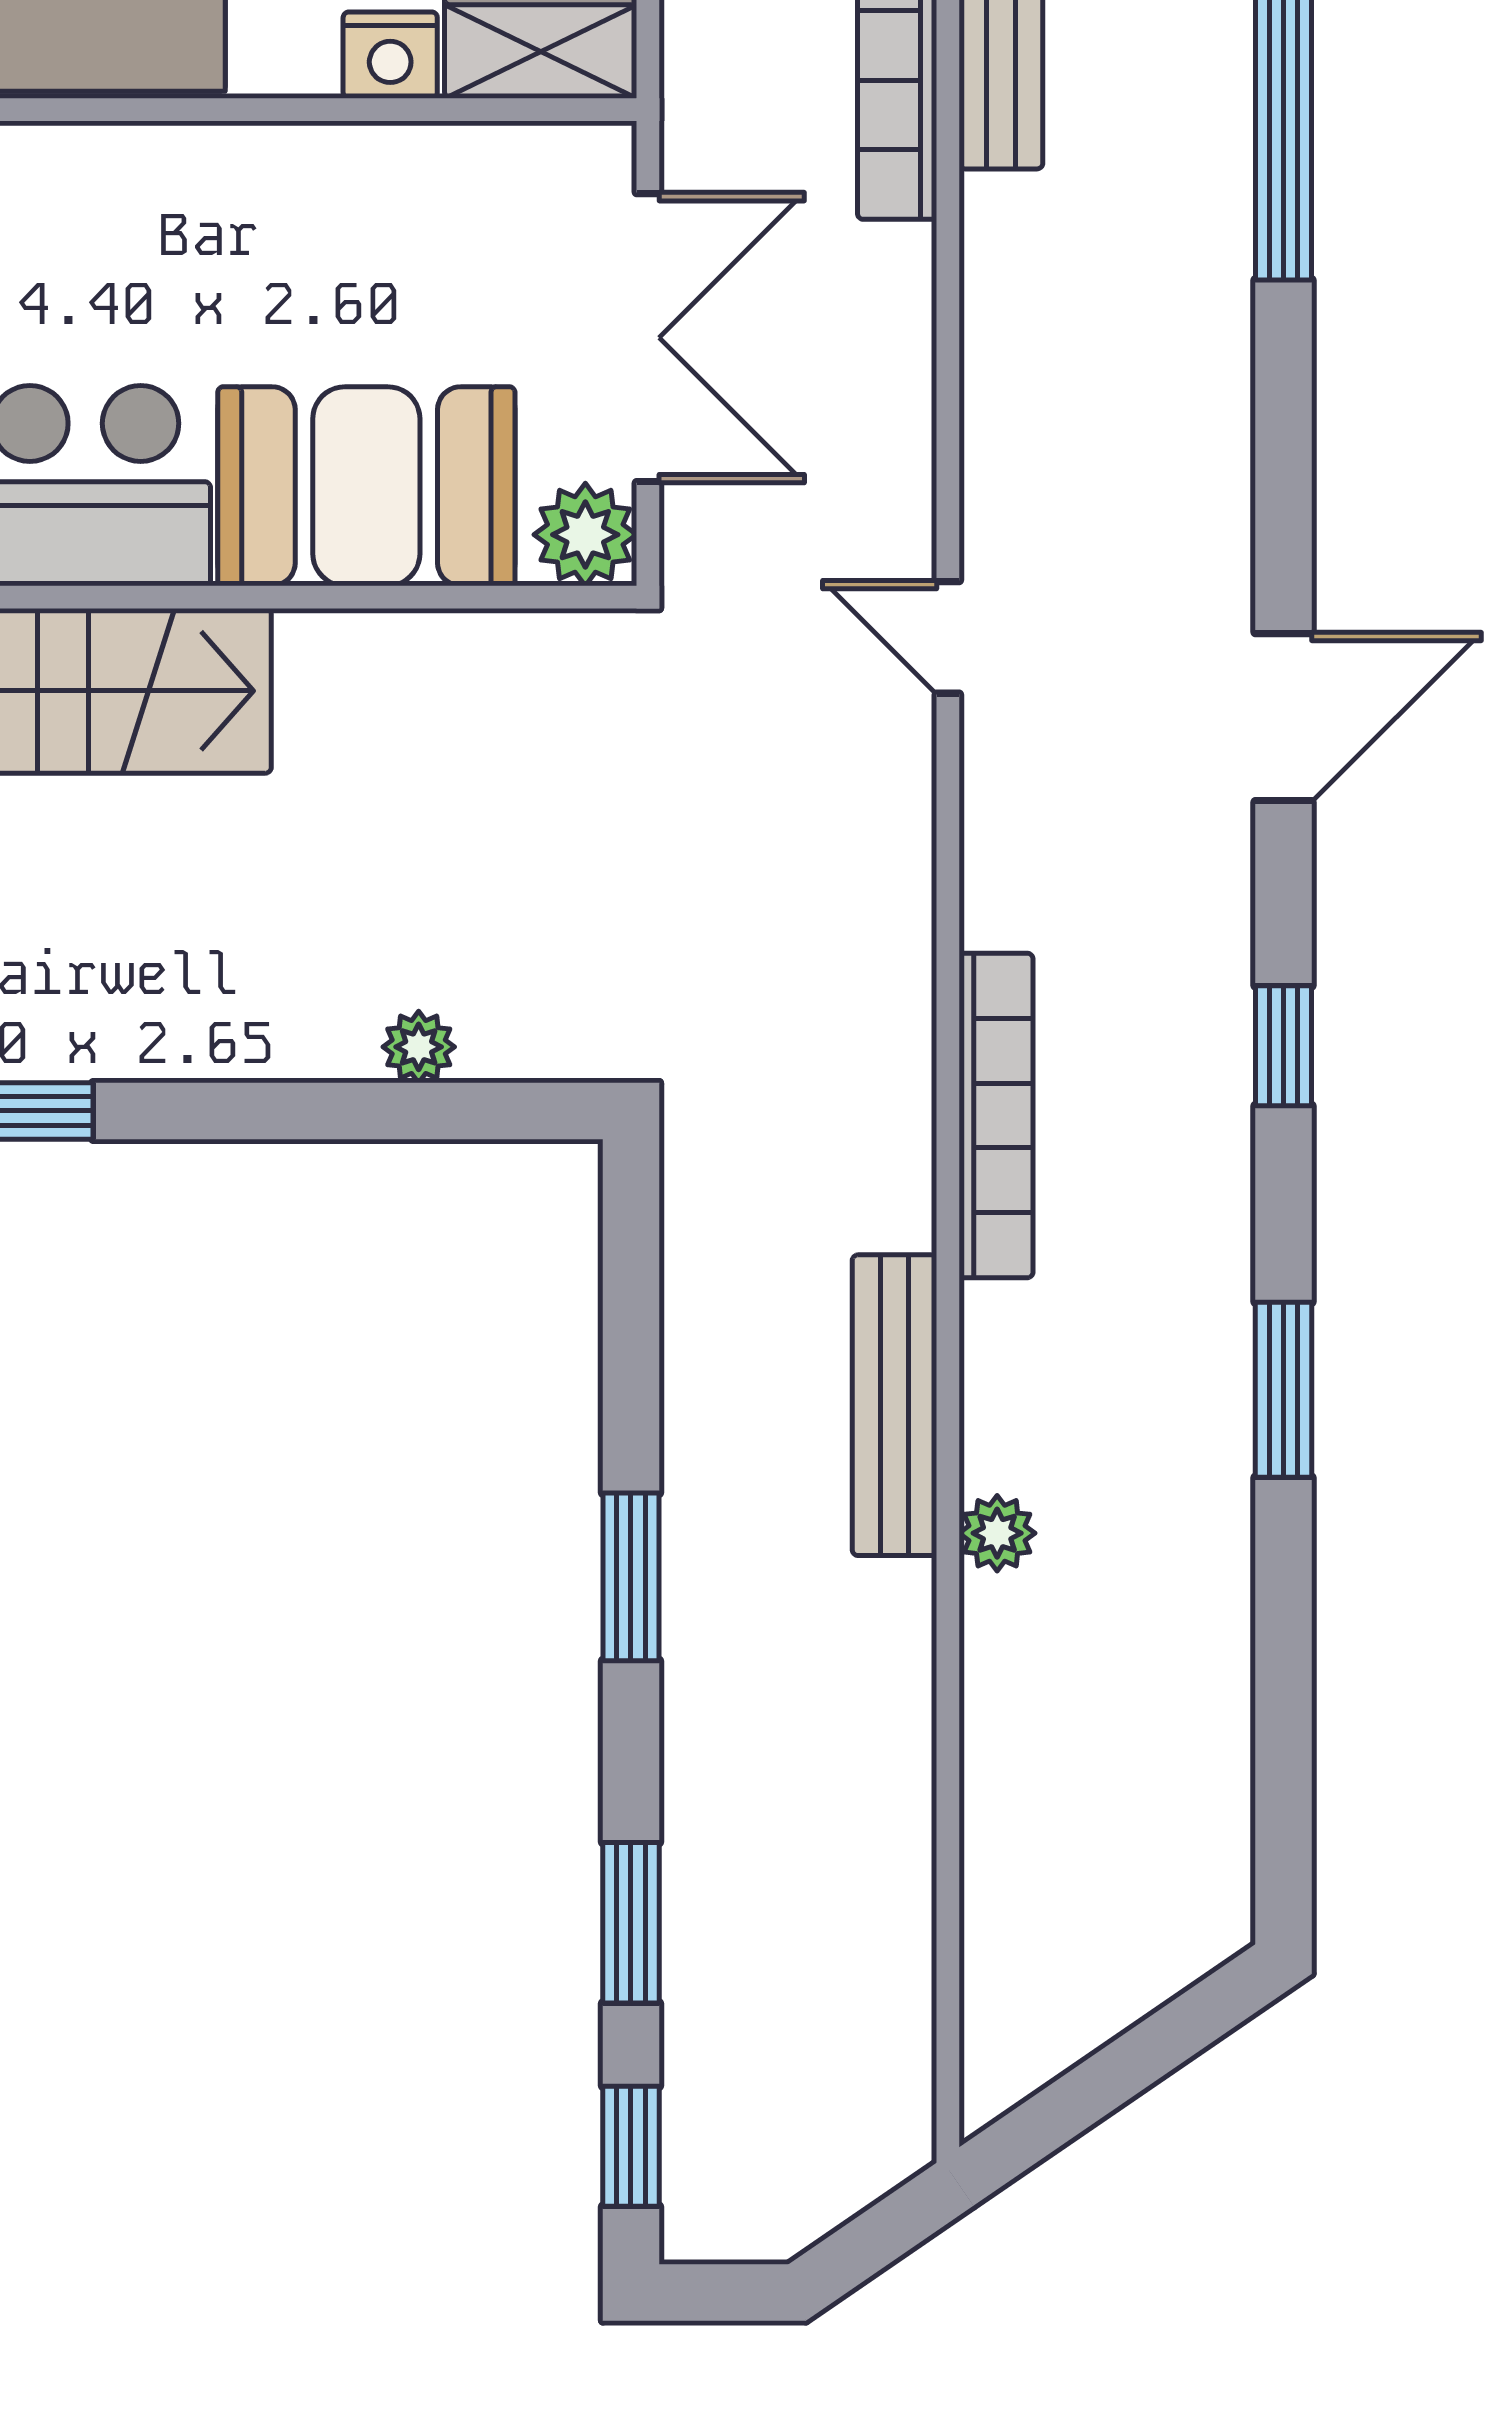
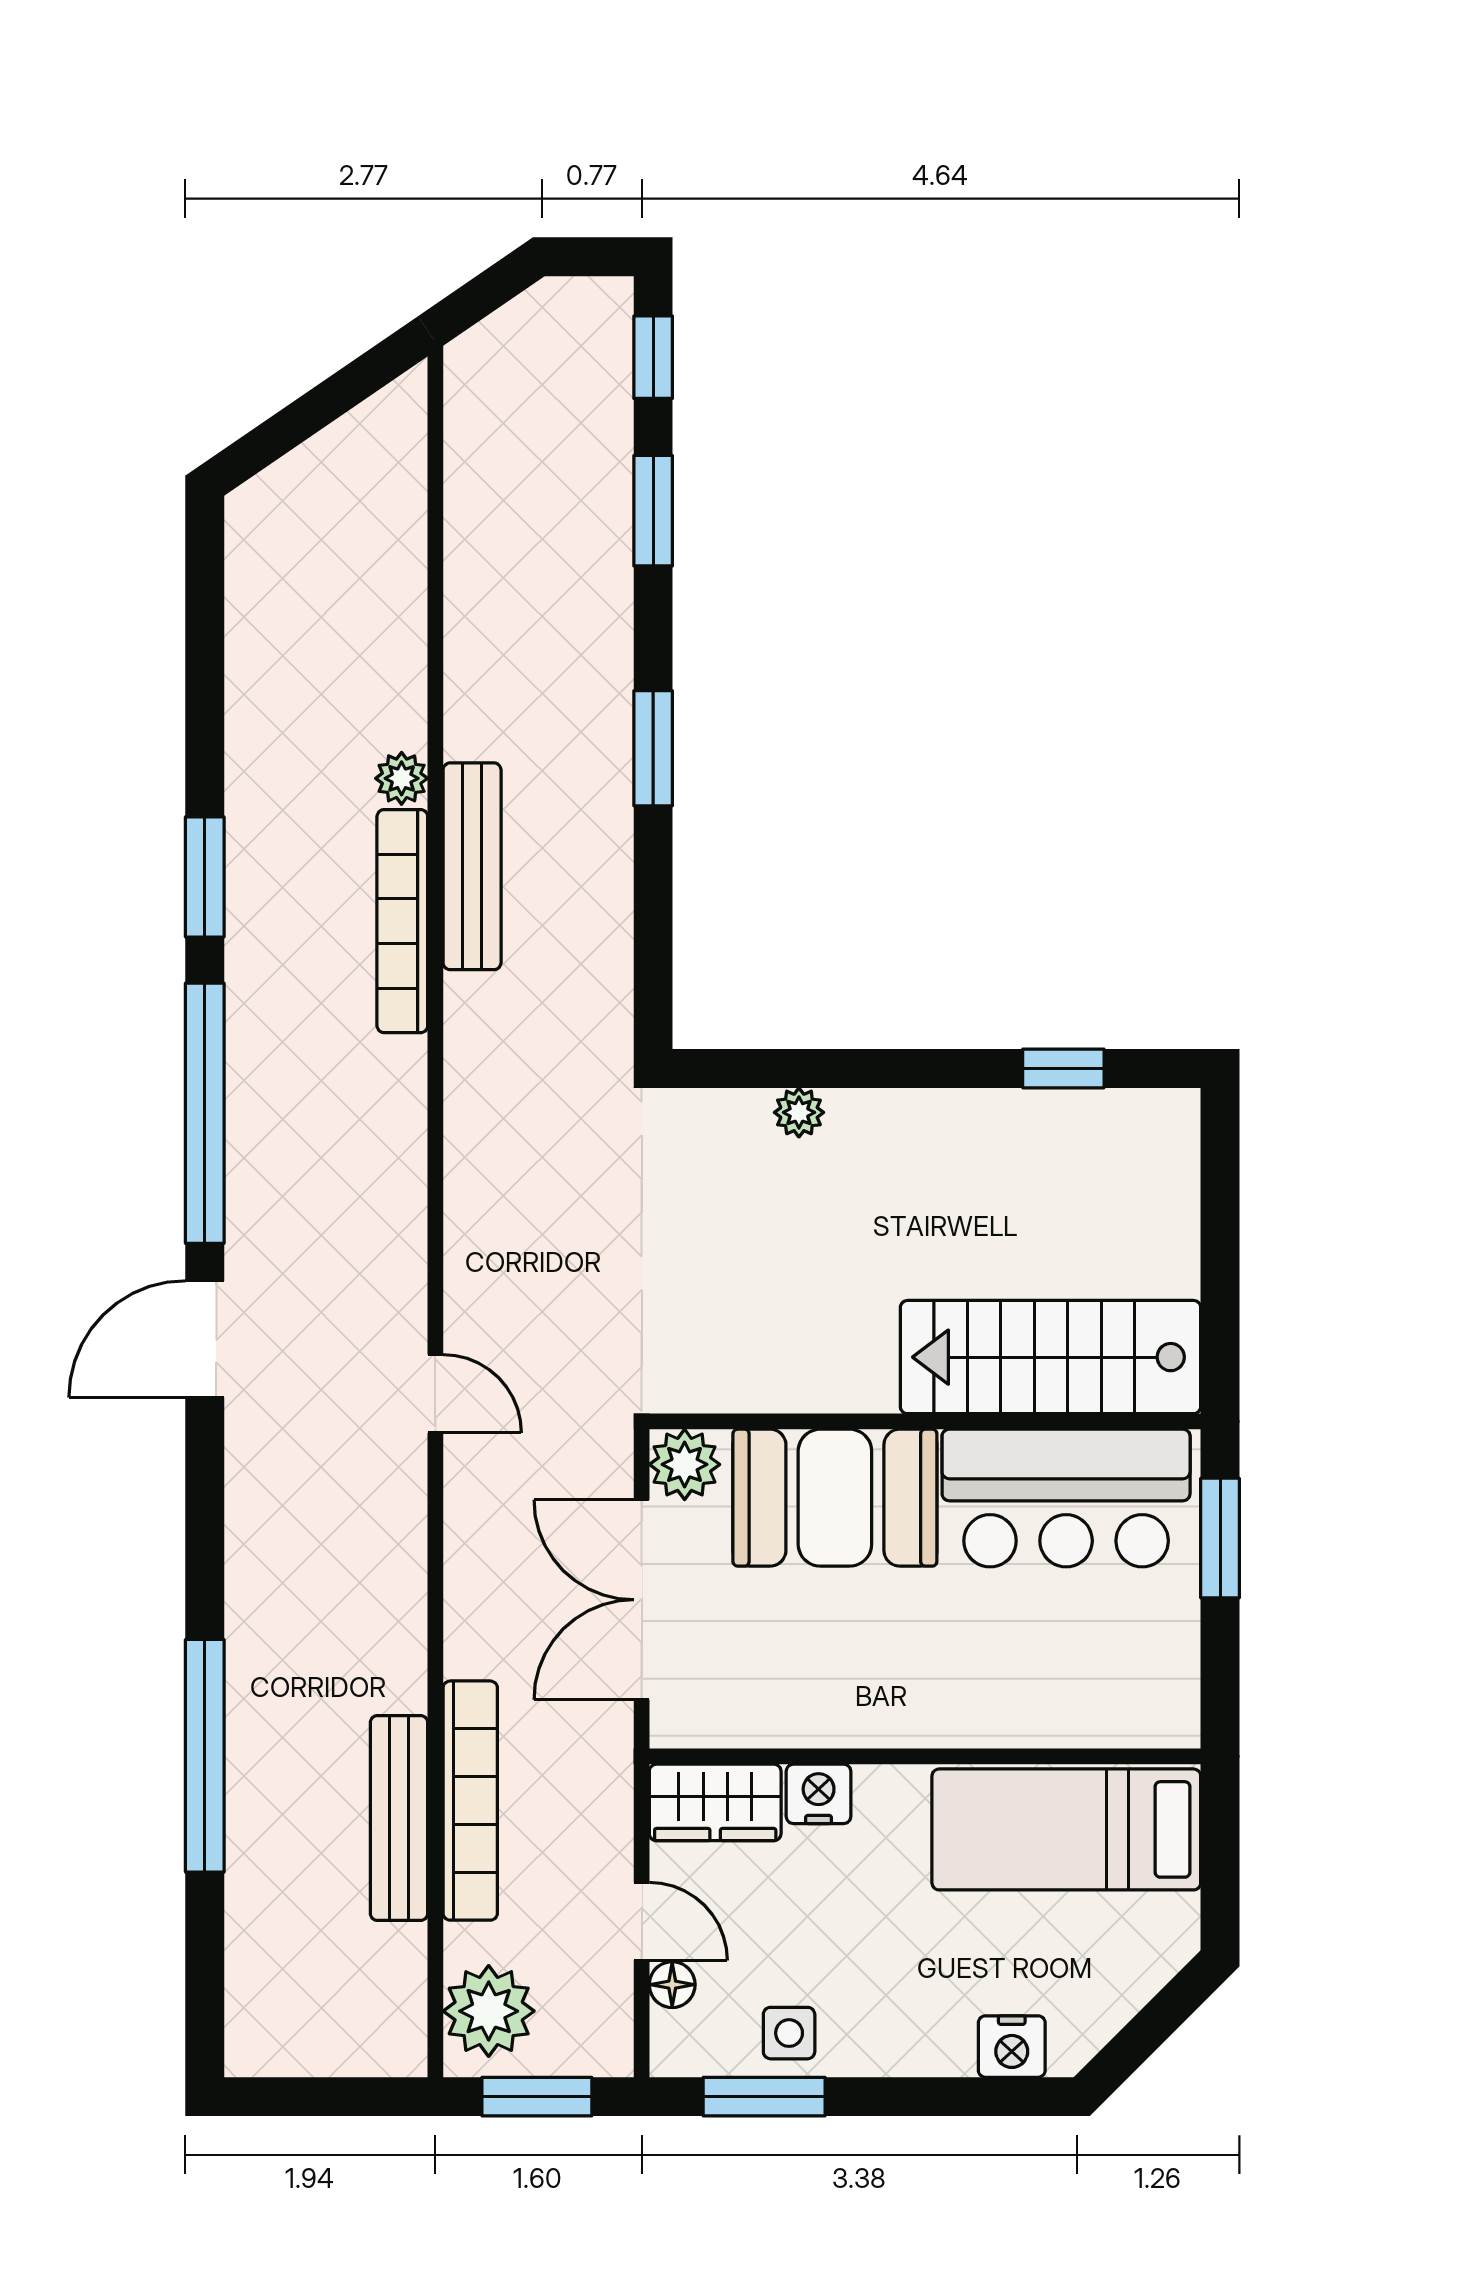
window: (1284, 1046) -> (205, 1113), width x3.17
bookcase: (996, 1115) -> (402, 921), moved

